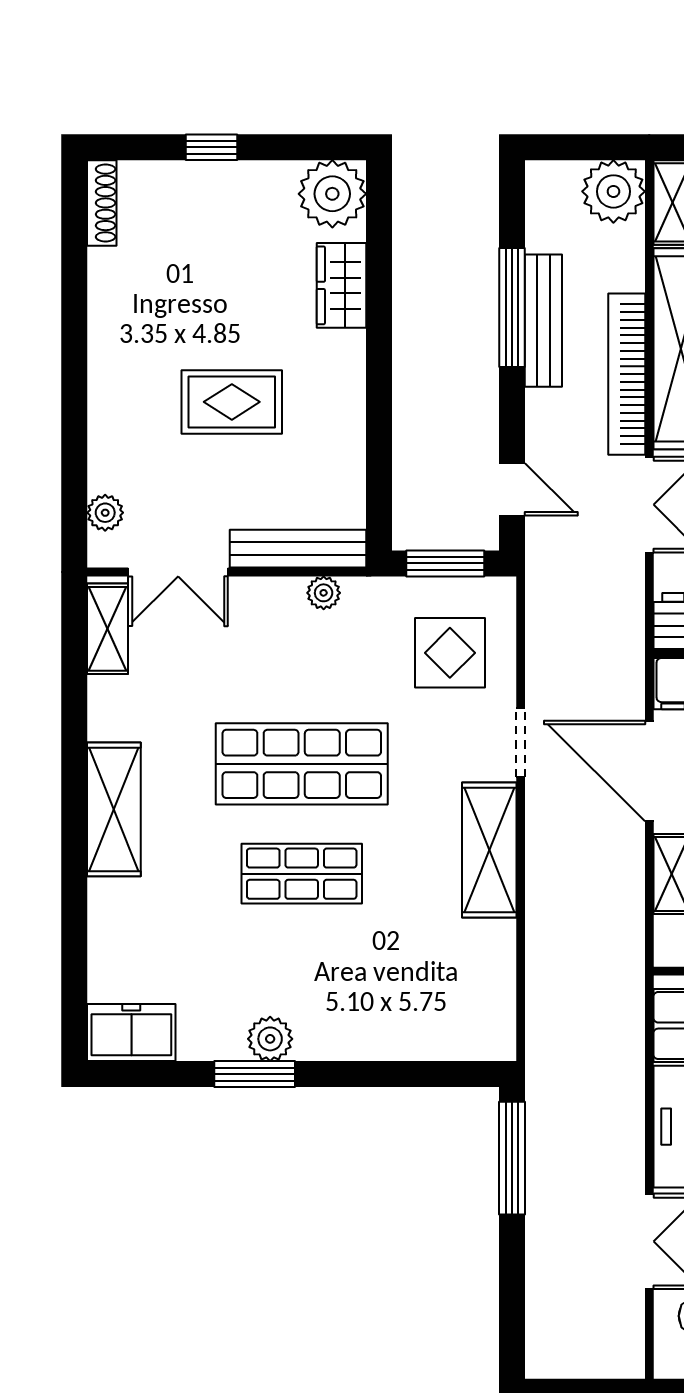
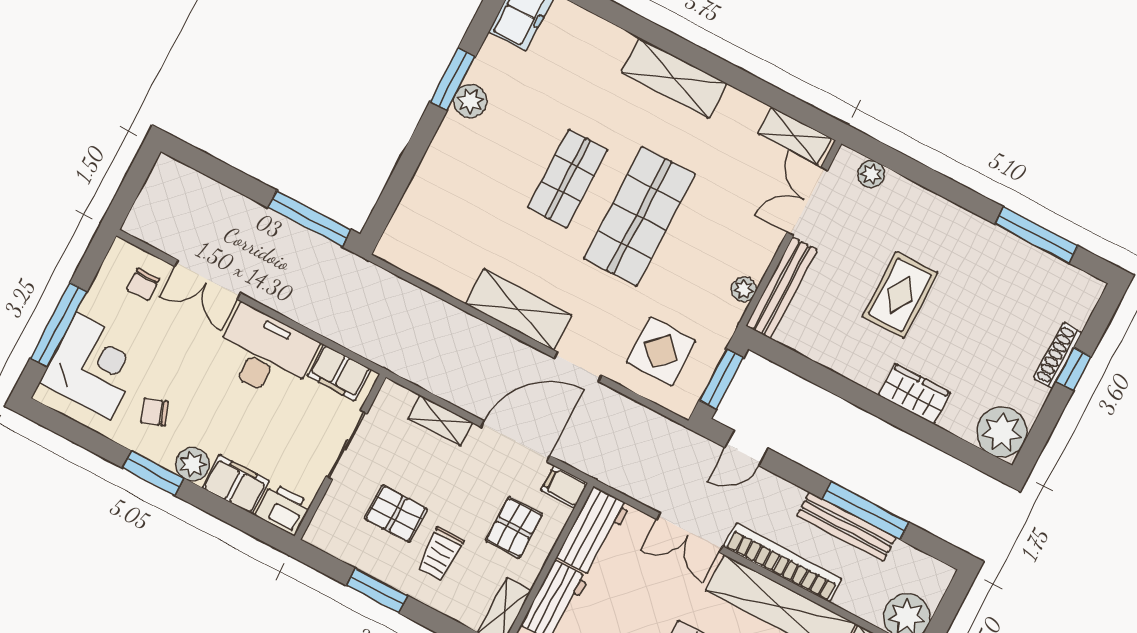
shoe rack: (102, 203) -> (1058, 356), moved, turned 90
window: (74, 276) -> (1036, 235), added
wardrobe: (341, 285) -> (915, 394), moved

